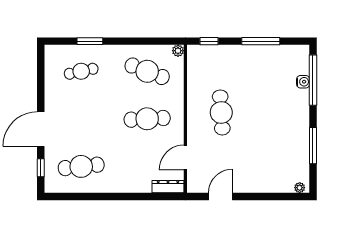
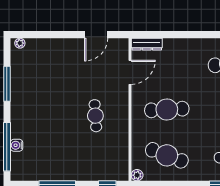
cafe table: (221, 112) -> (95, 116), width x0.73, depth x0.74

